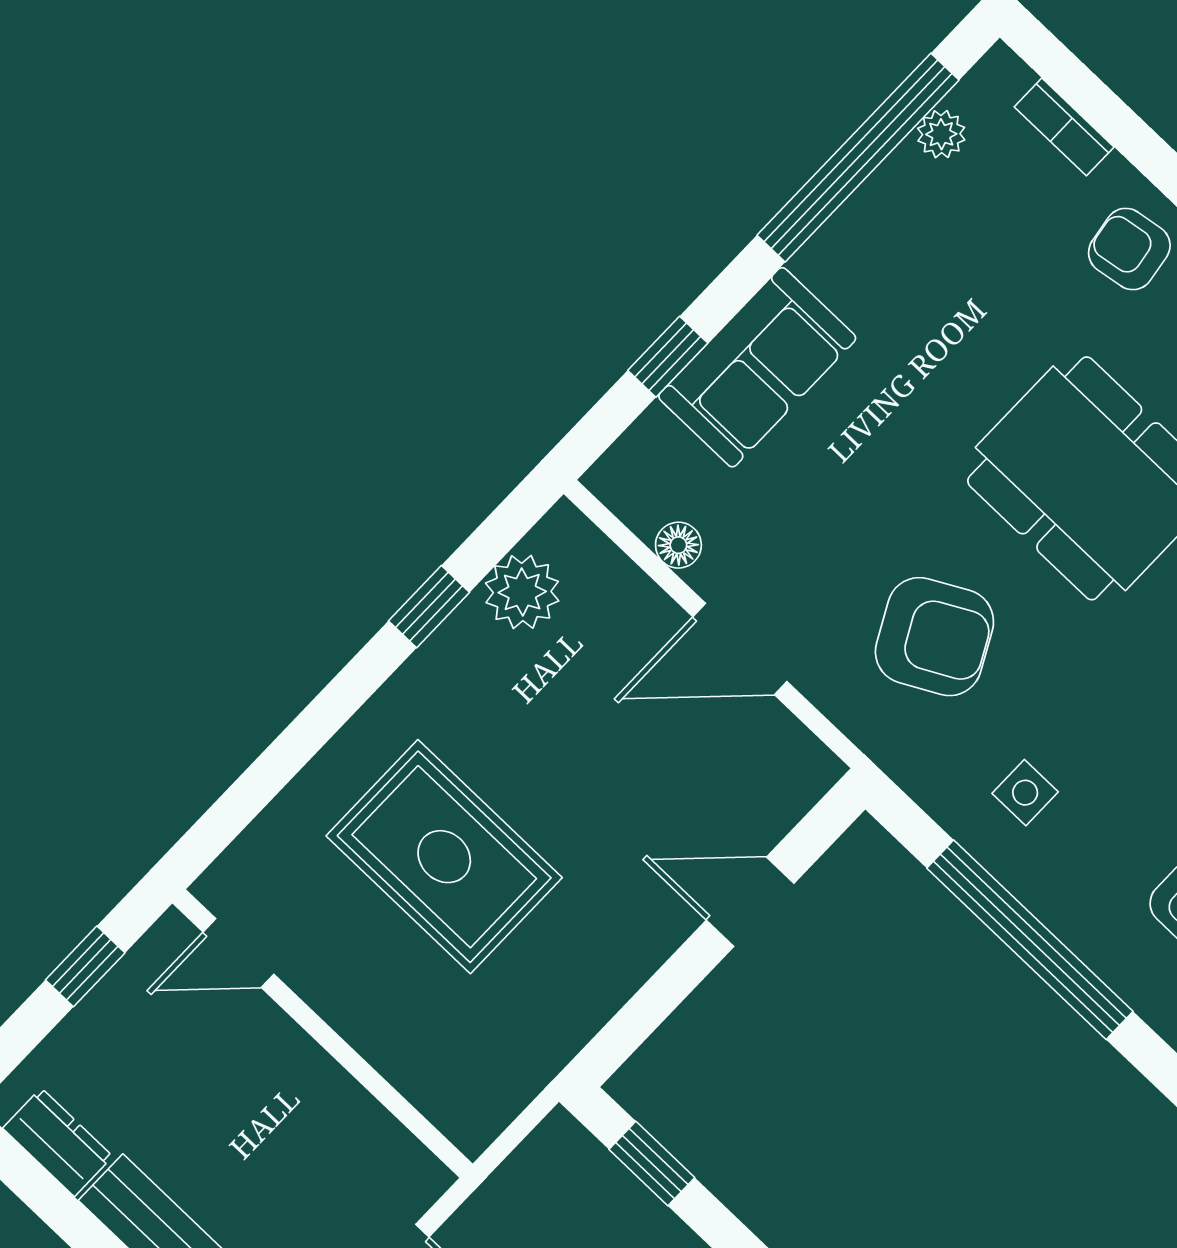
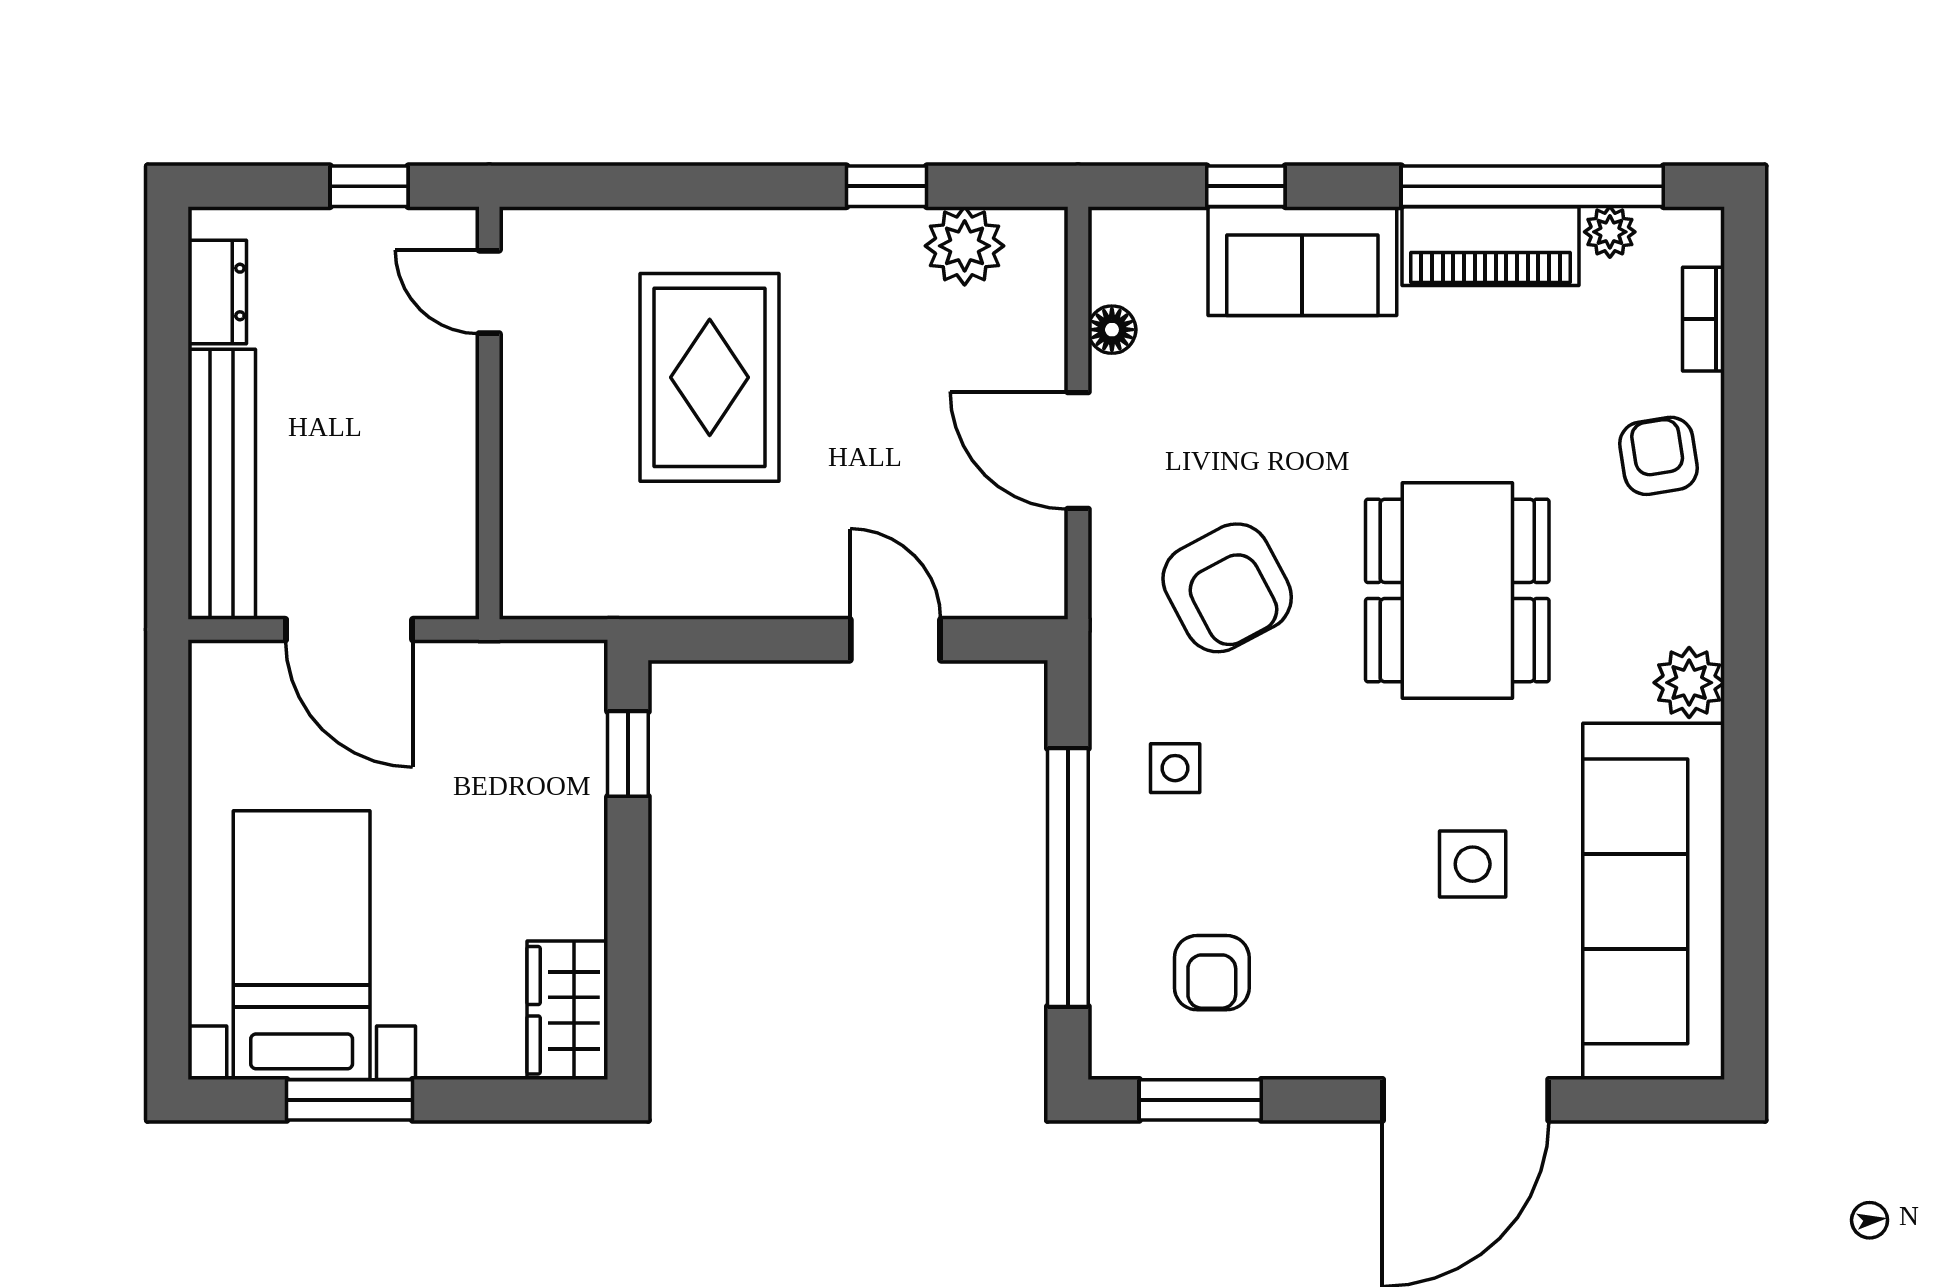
piano: (872, 226) -> (1491, 246), added

